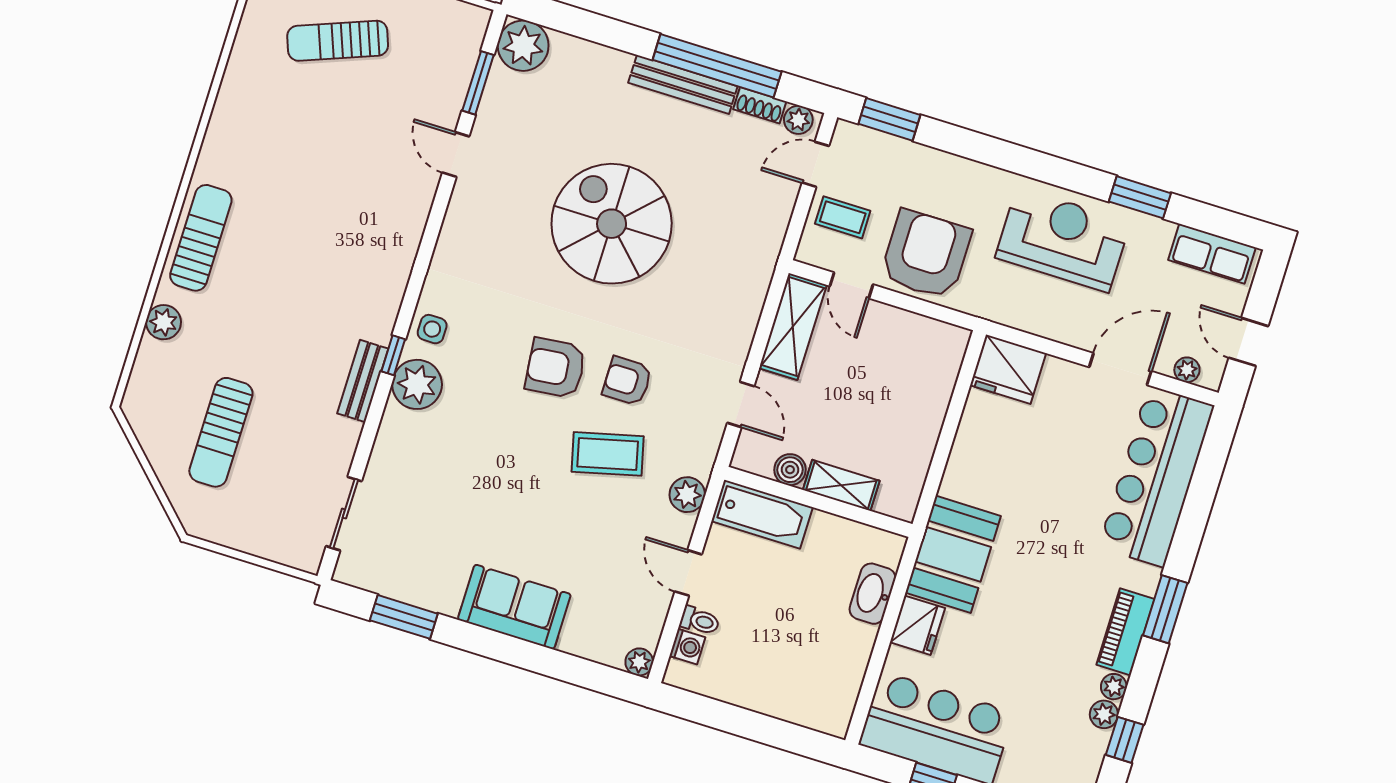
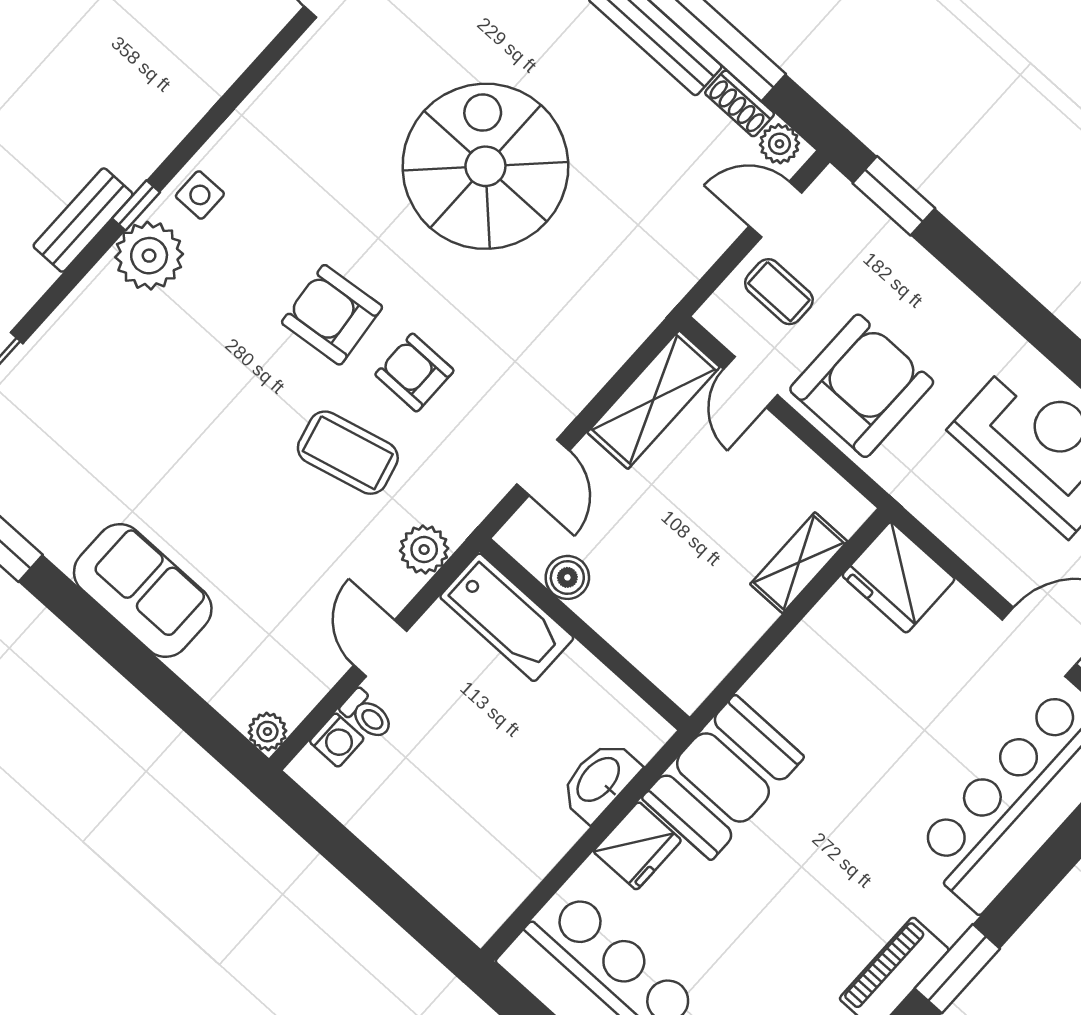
shelving: (841, 485) -> (799, 563), moved, turned 90

